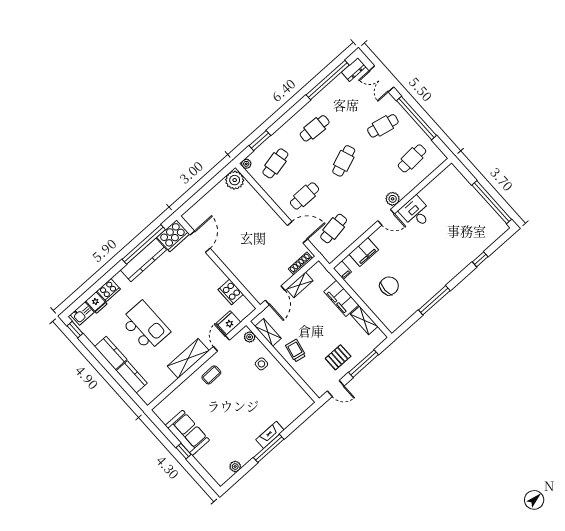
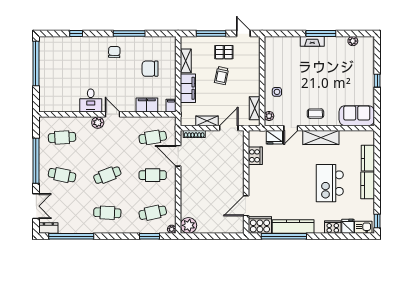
chair: (433, 273) -> (114, 52), added
trolley: (296, 351) -> (221, 76), moved
sofa: (187, 433) -> (357, 116), moved, turned 90

